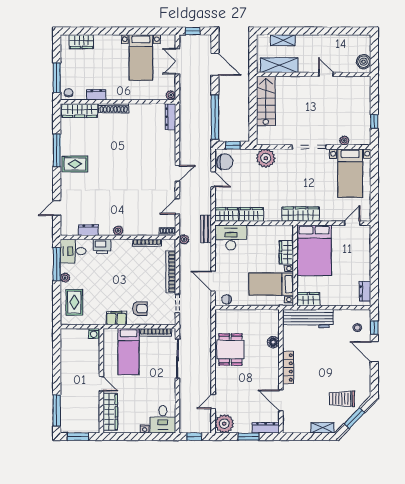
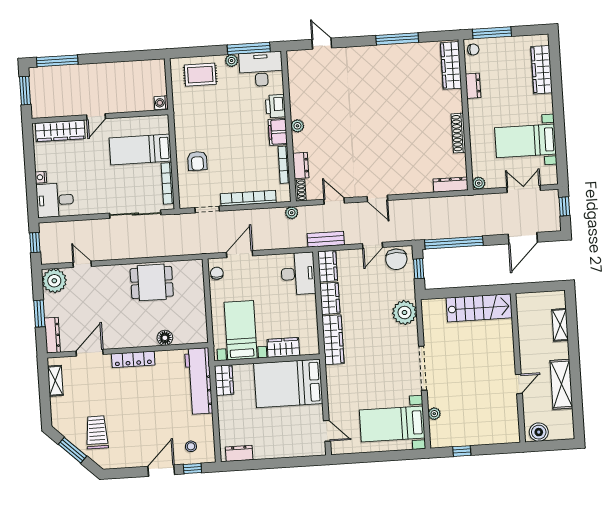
wardrobe: (81, 42) -> (542, 70), width x1.50
shelving: (279, 65) -> (561, 384), moved
shoe rack: (114, 108) -> (458, 133), moved
rug: (75, 164) -> (381, 64), removed
wardrobe: (301, 214) -> (333, 340), moved
bench: (206, 229) -> (326, 239), moved
dresser: (88, 230) -> (301, 166), moved
desk: (73, 251) -> (261, 69), width x1.37
filing cabinet: (116, 318) -> (278, 132), moved, turned 180
shelving: (323, 428) -> (55, 381), moved

